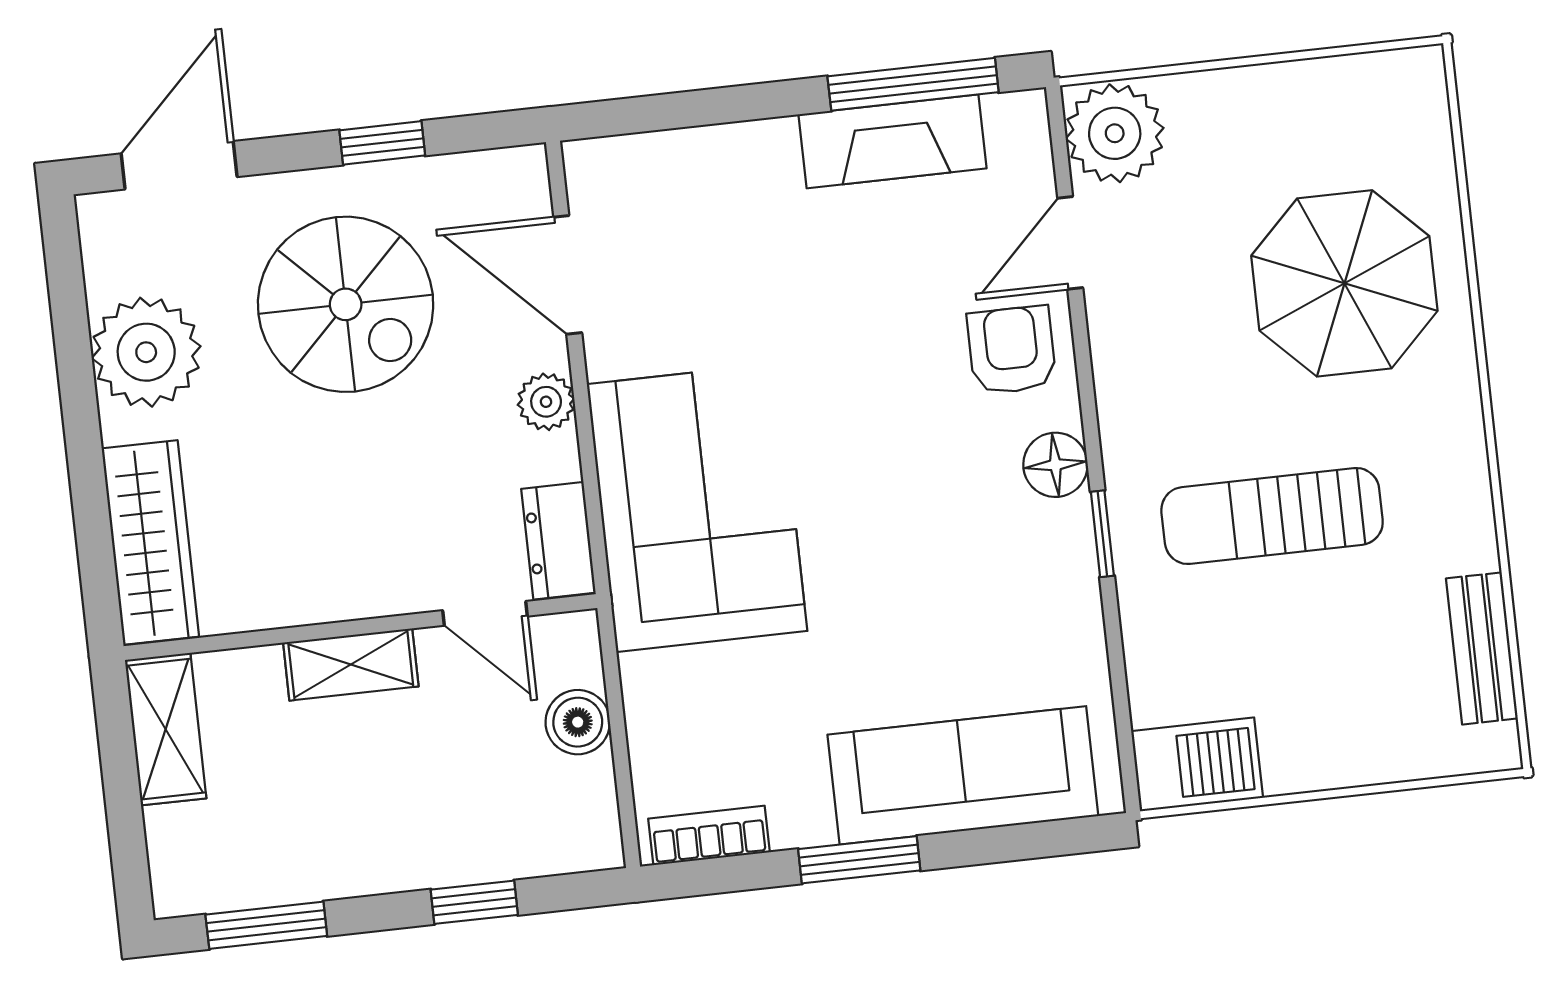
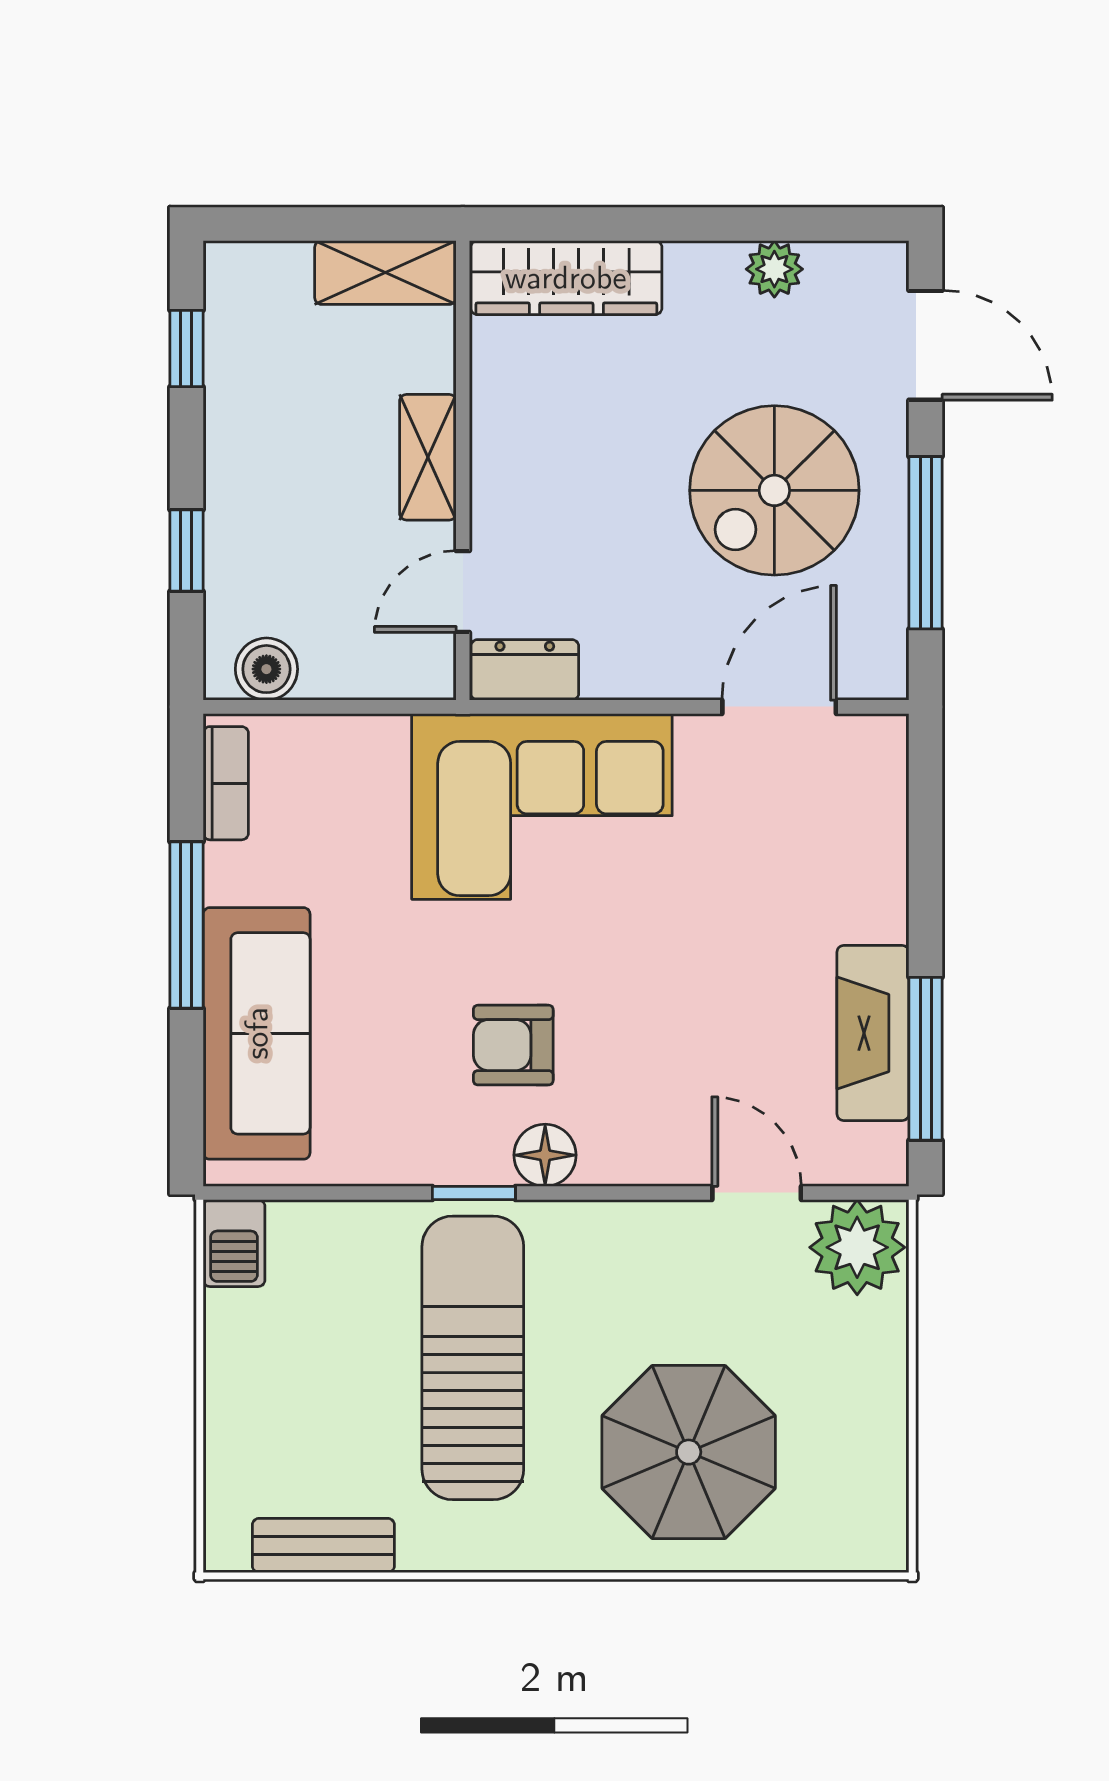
window: (382, 143) -> (926, 543), width x2.17
armchair: (1012, 350) -> (513, 1045), moved, turned 180
plant: (146, 352) -> (774, 269), width x0.53, depth x0.53
plant: (546, 402) -> (660, 673), removed
sun lounger: (1272, 516) -> (473, 1358), width x1.36, depth x1.34
boiler: (578, 722) -> (266, 669), moved
barbecue: (1197, 764) -> (234, 1243), width x0.73, depth x0.79
window: (859, 860) -> (186, 925), width x1.44
window: (266, 925) -> (186, 348), width x0.67

